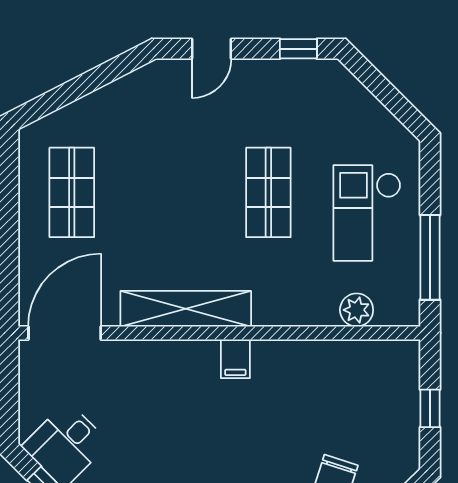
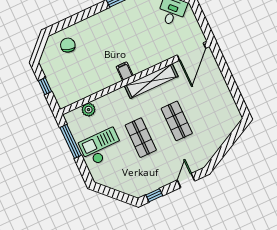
shop shelf: (72, 192) -> (177, 121), moved
checkout: (367, 213) -> (101, 147), turned -90

